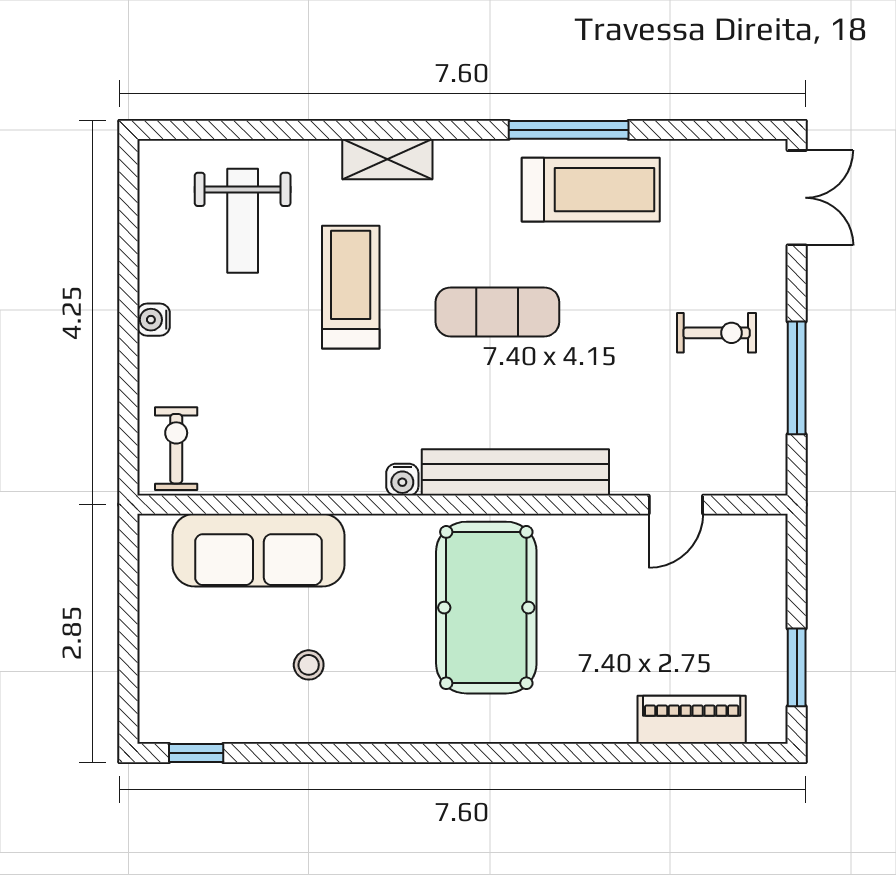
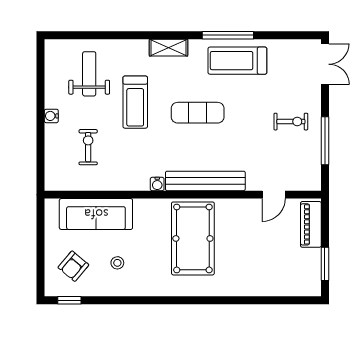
shelving: (387, 159) -> (169, 48), moved
treadmill: (591, 190) -> (237, 61), turned 180
weight bench: (243, 221) -> (89, 74), turned 180
treadmill: (351, 287) -> (135, 102), turned 180
exercise bike: (176, 449) -> (88, 147), moved
armchair: (205, 673) -> (73, 266), added
piano: (692, 720) -> (311, 224), moved, turned -90

